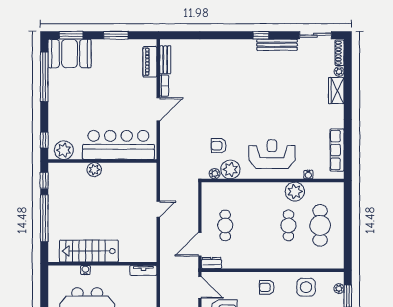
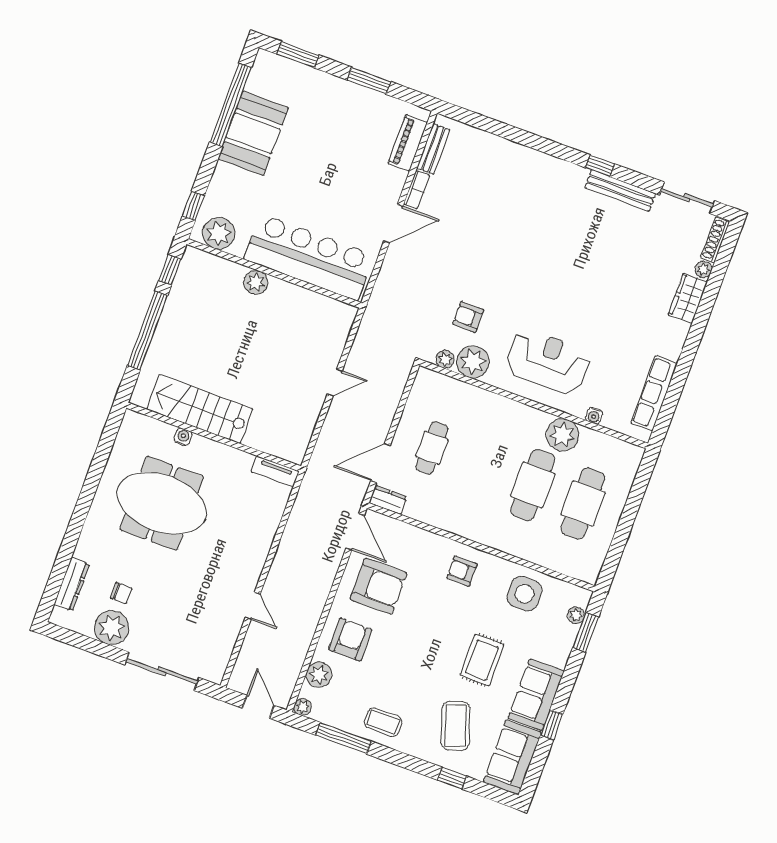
booth: (69, 54) -> (253, 133), moved, turned 90
cafe table: (288, 225) -> (533, 485), width x1.37, depth x1.35

